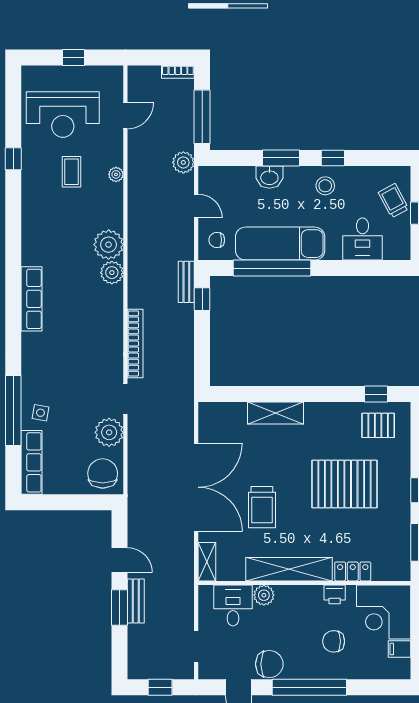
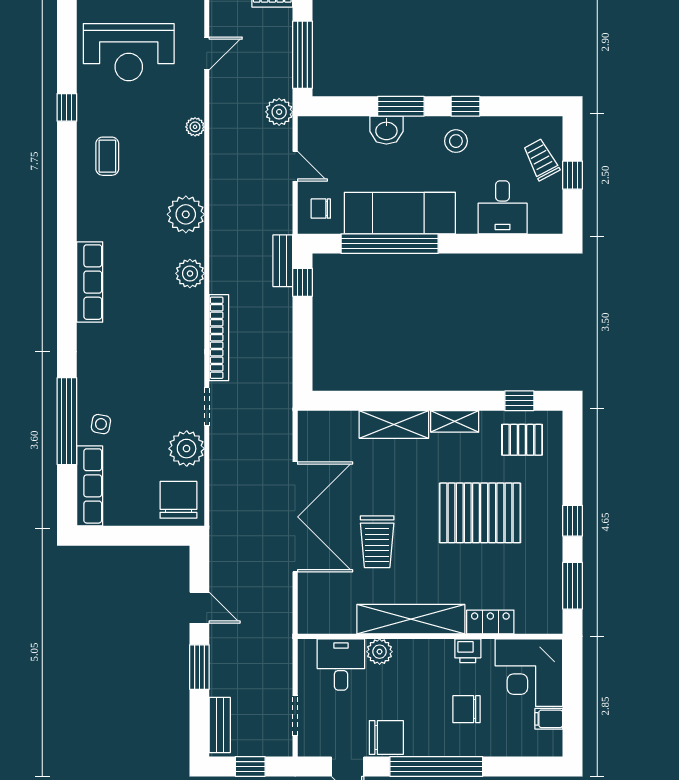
coffee table: (71, 172) -> (107, 156), moved
plant: (112, 273) -> (190, 273), moved
shelving: (207, 562) -> (455, 421), moved, turned 90
bench: (136, 601) -> (220, 725), moved

